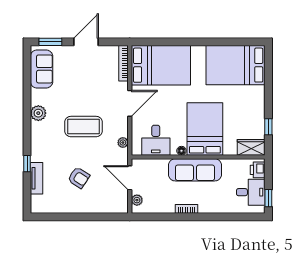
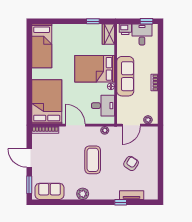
bed: (236, 65) -> (42, 46), width x0.67

